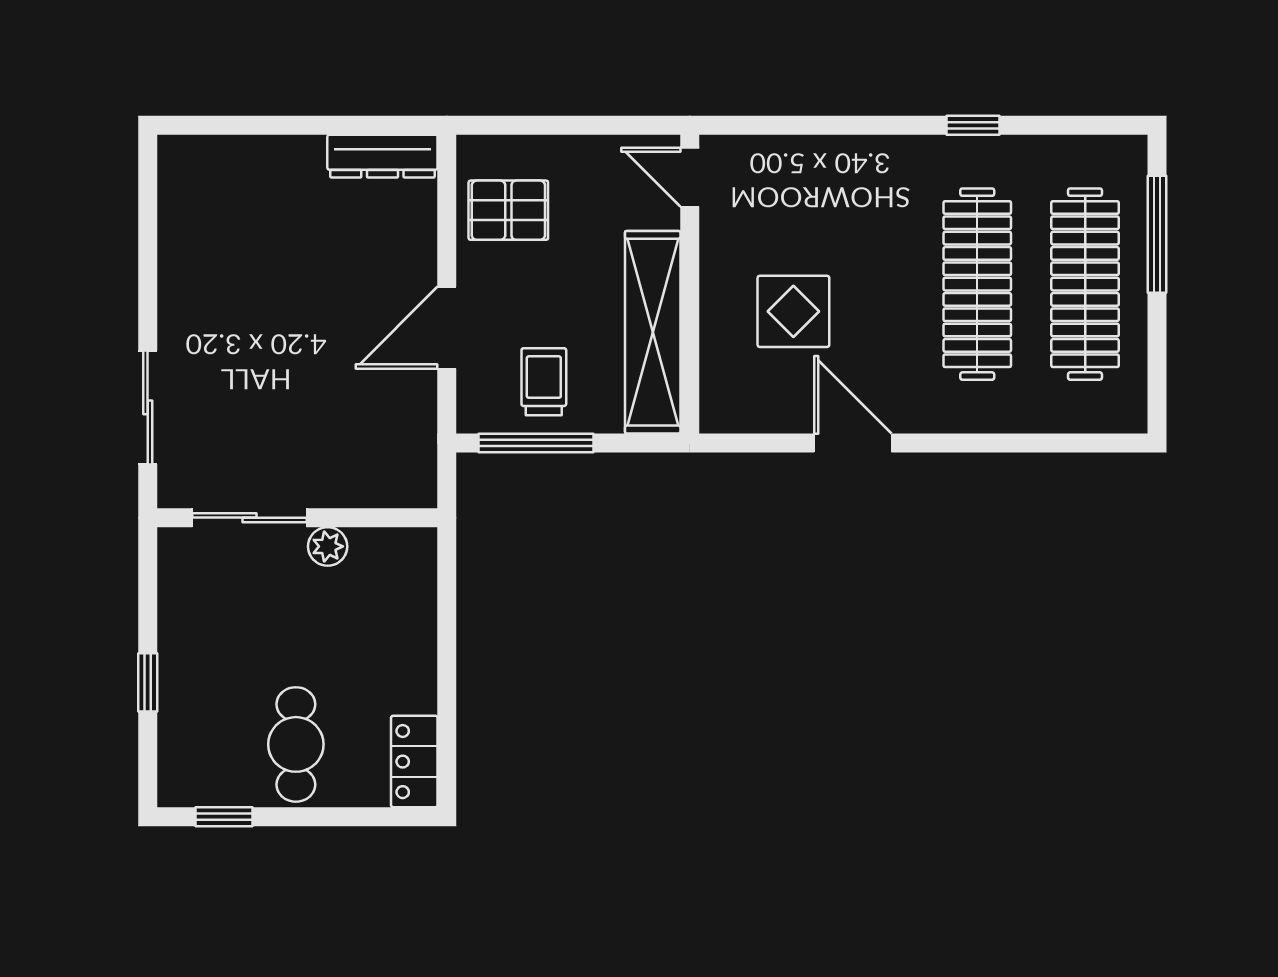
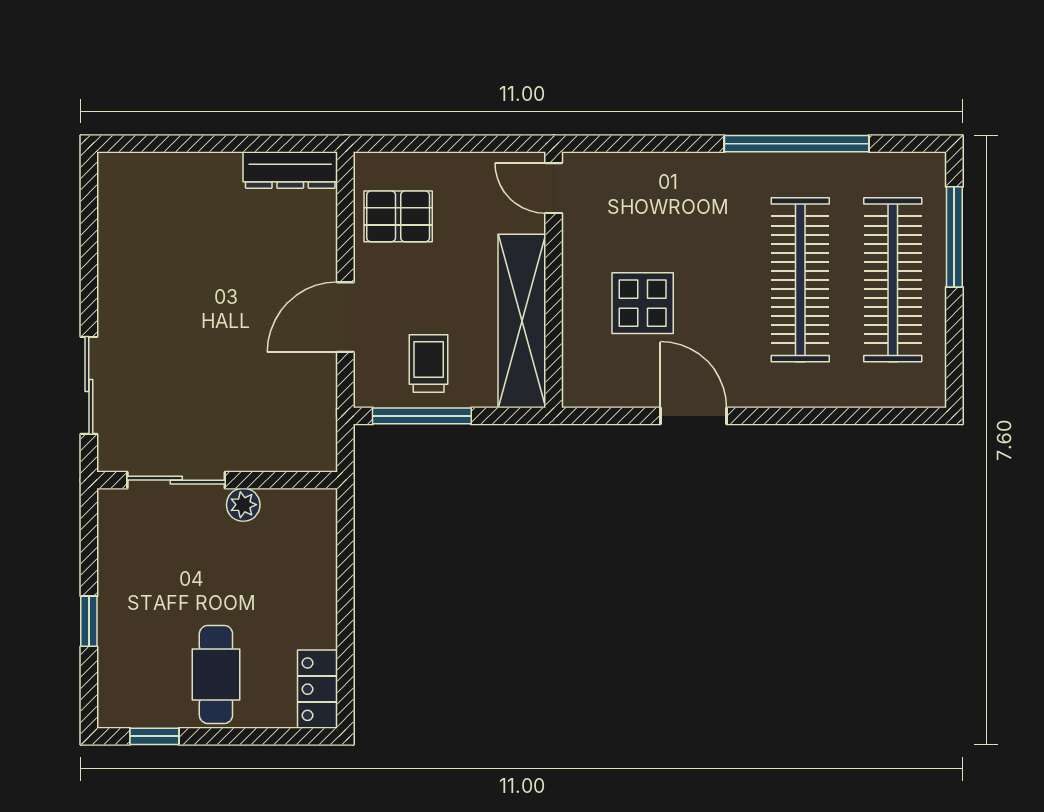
window: (973, 125) -> (797, 144), width x3.17

